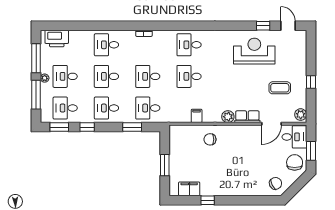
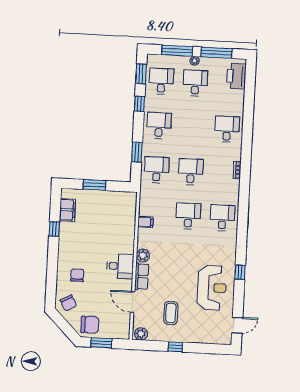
window: (263, 26) -> (240, 272), moved
desk: (106, 76) -> (193, 127), removed
desk: (294, 137) -> (120, 266), moved, turned -90
chair: (210, 139) -> (77, 275), moved

